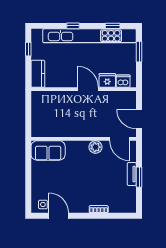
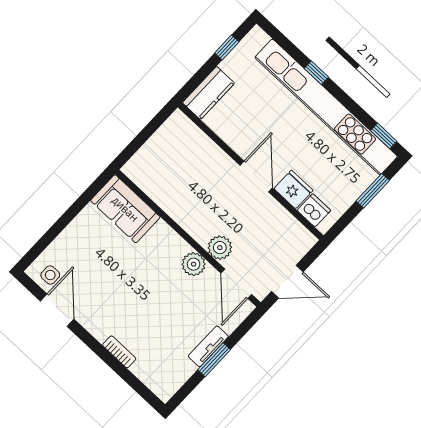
window: (113, 26) -> (384, 136), moved
door: (139, 119) -> (287, 282), swing flipped
plant: (100, 131) -> (220, 248), added

